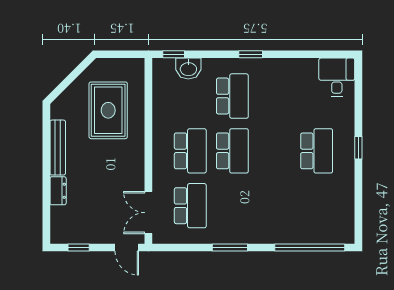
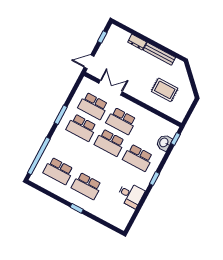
desk: (337, 77) -> (131, 195), moved
rug: (108, 110) -> (165, 90), width x0.73, depth x0.70
school desk: (232, 206) -> (82, 128), added
school desk: (317, 206) -> (58, 171), added
double door: (148, 213) -> (110, 88), moved

